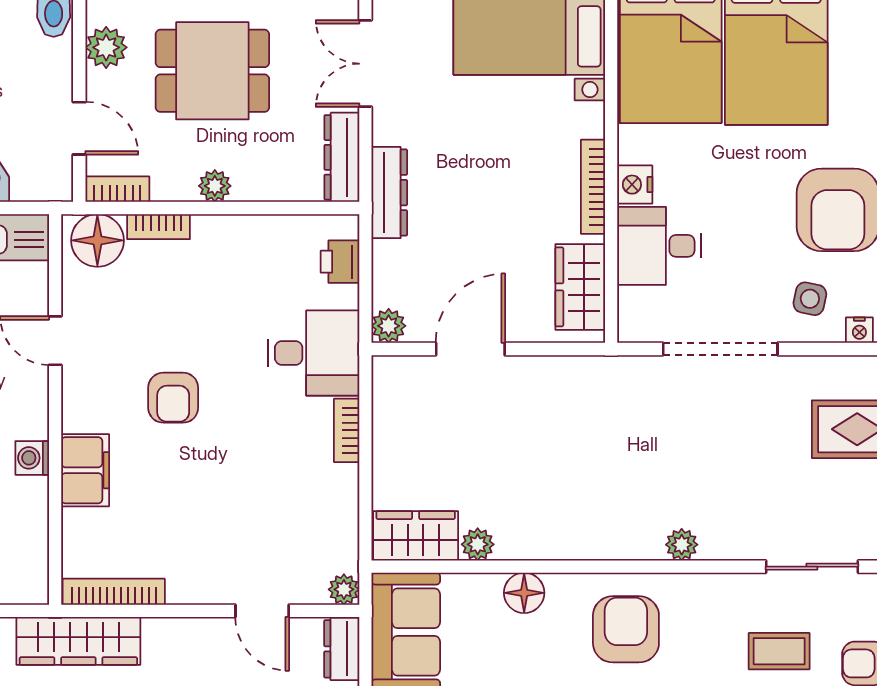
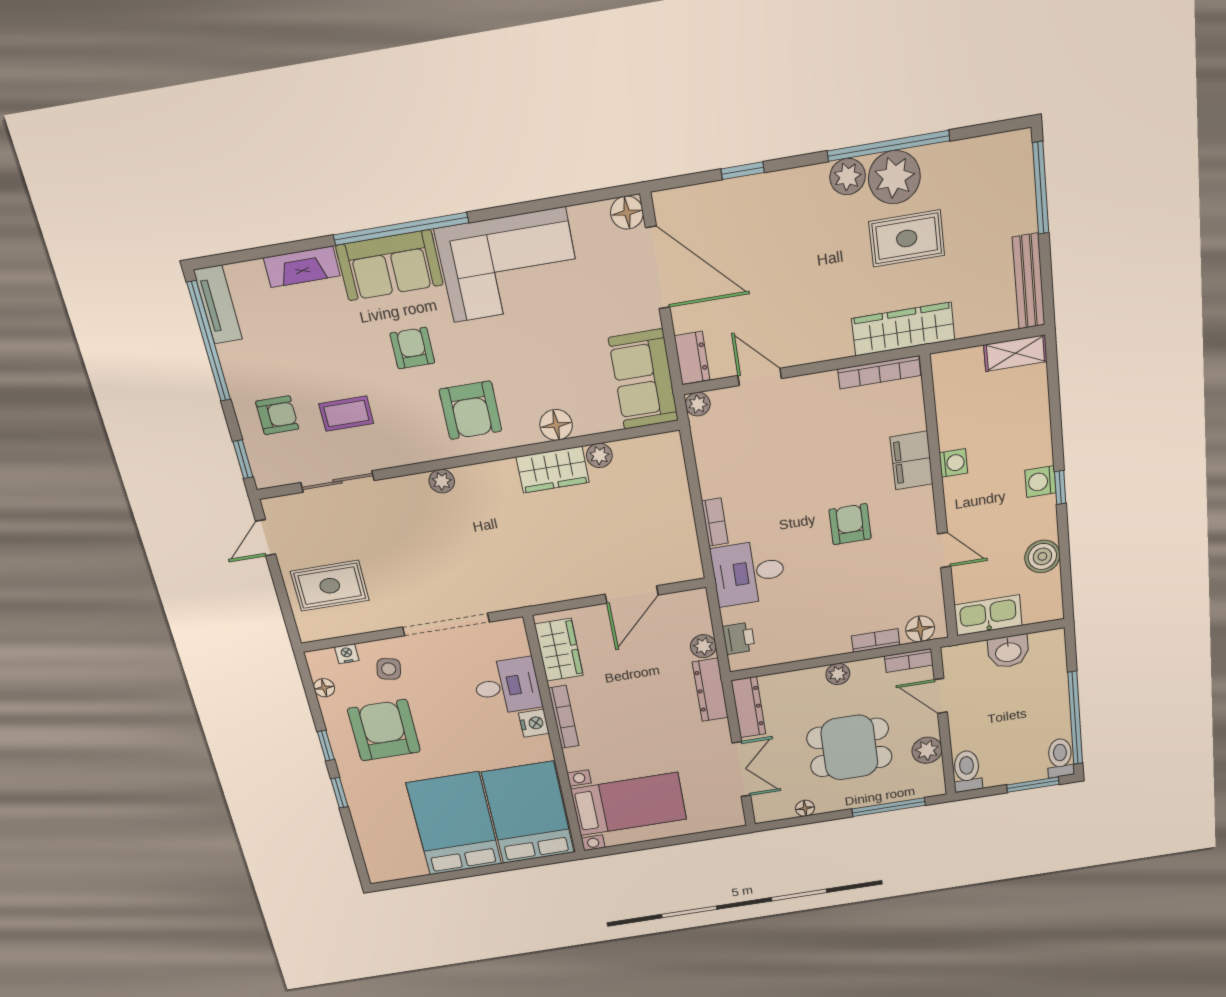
floor lamp: (97, 240) -> (920, 629), width x0.73, depth x0.73
plant: (389, 326) -> (703, 646), moved
wardrobe: (416, 536) -> (553, 470), moved

